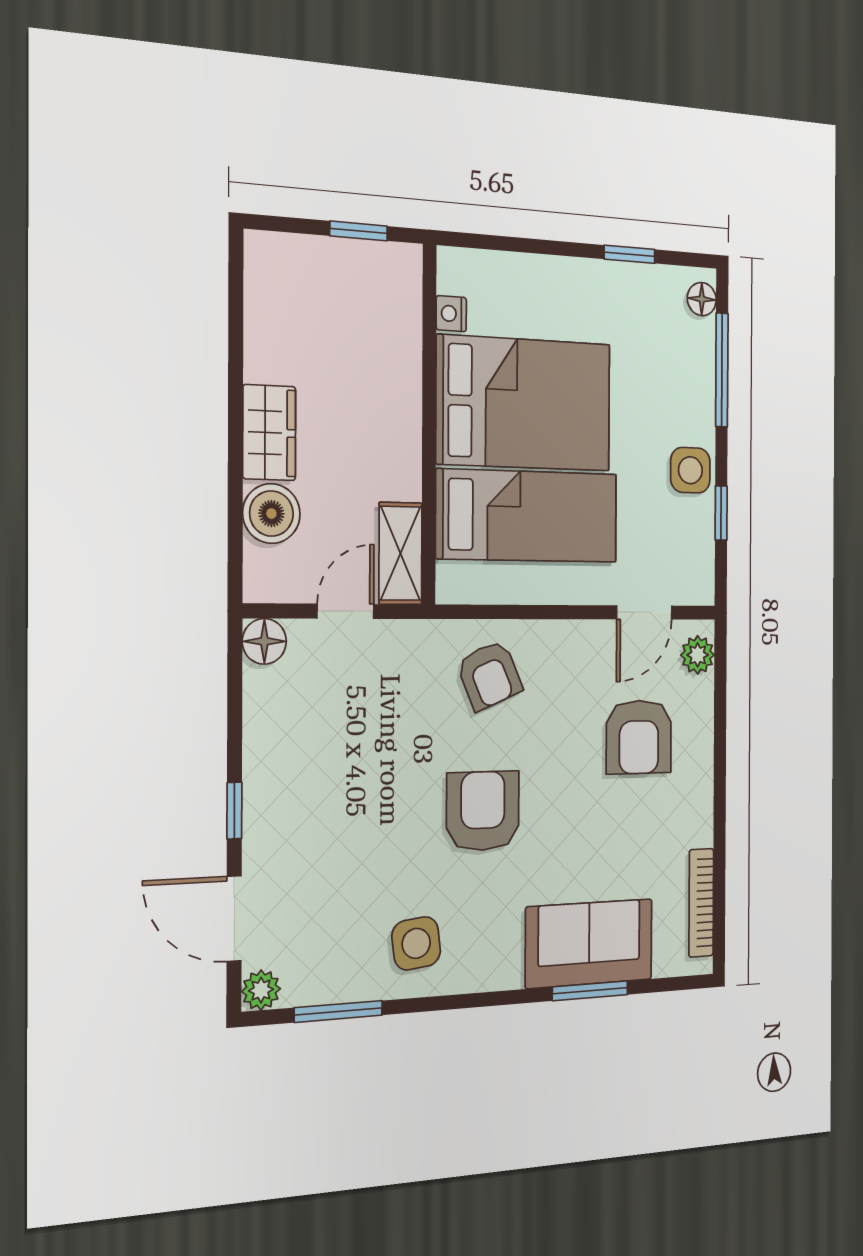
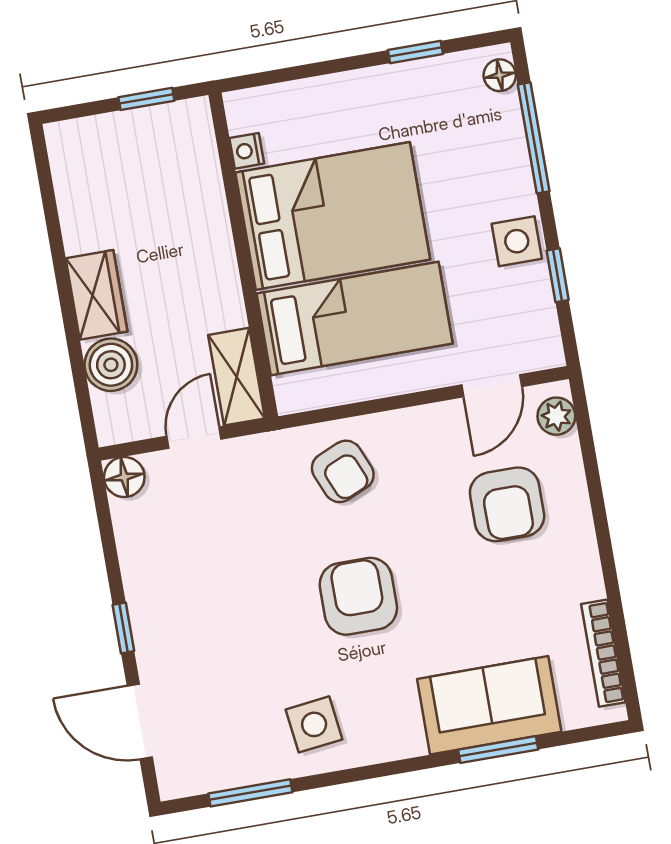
plant: (261, 990) -> (175, 781), removed

